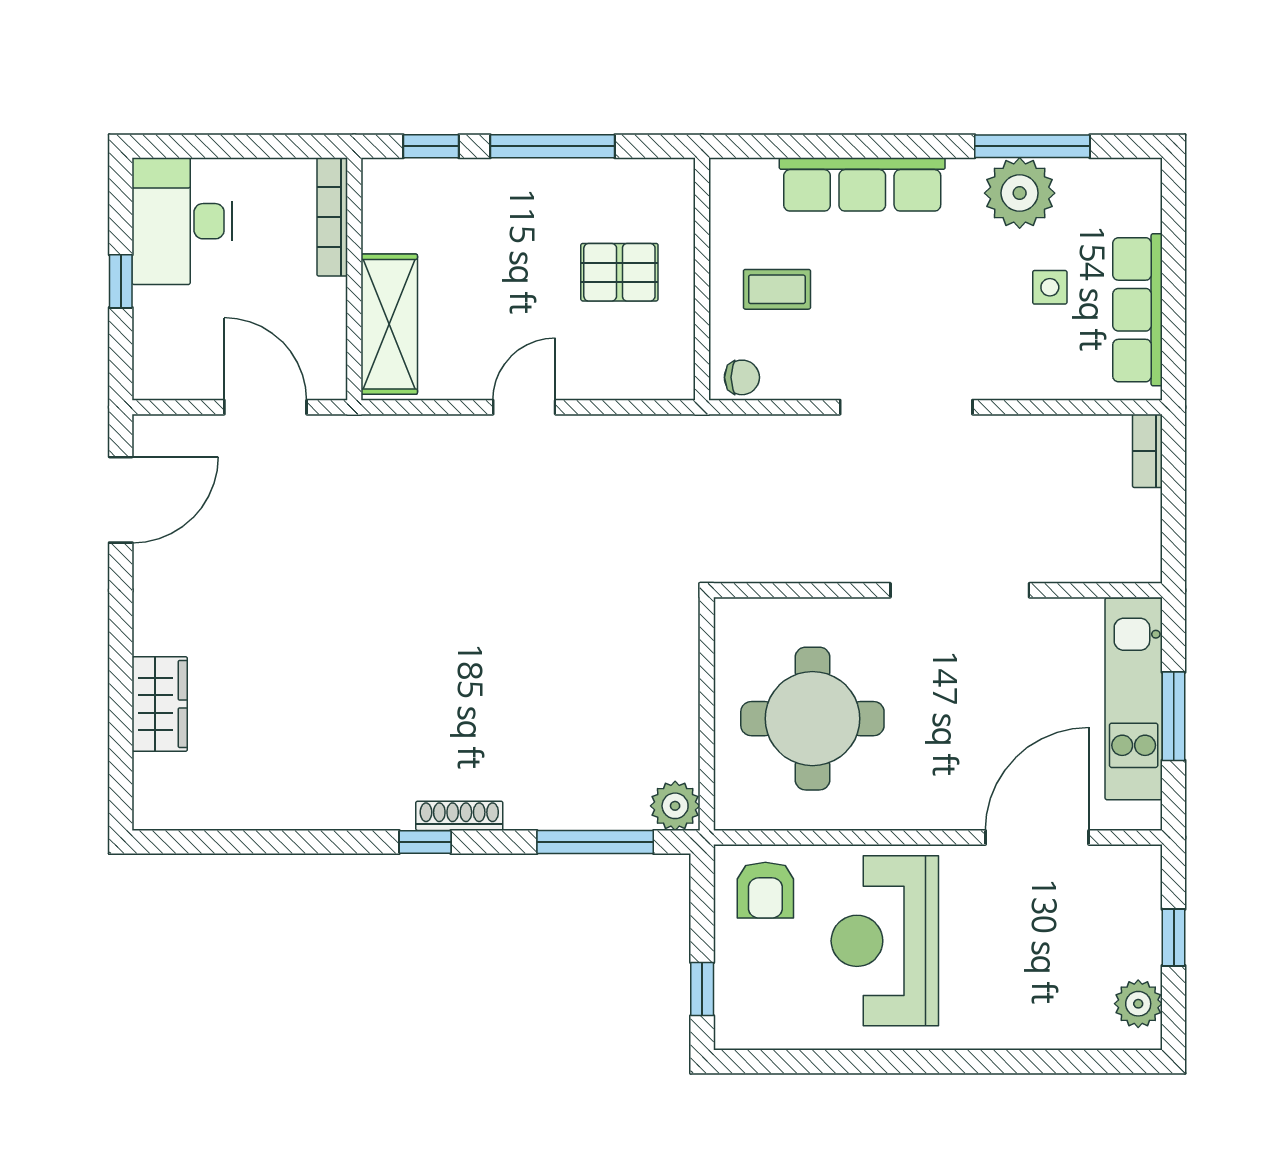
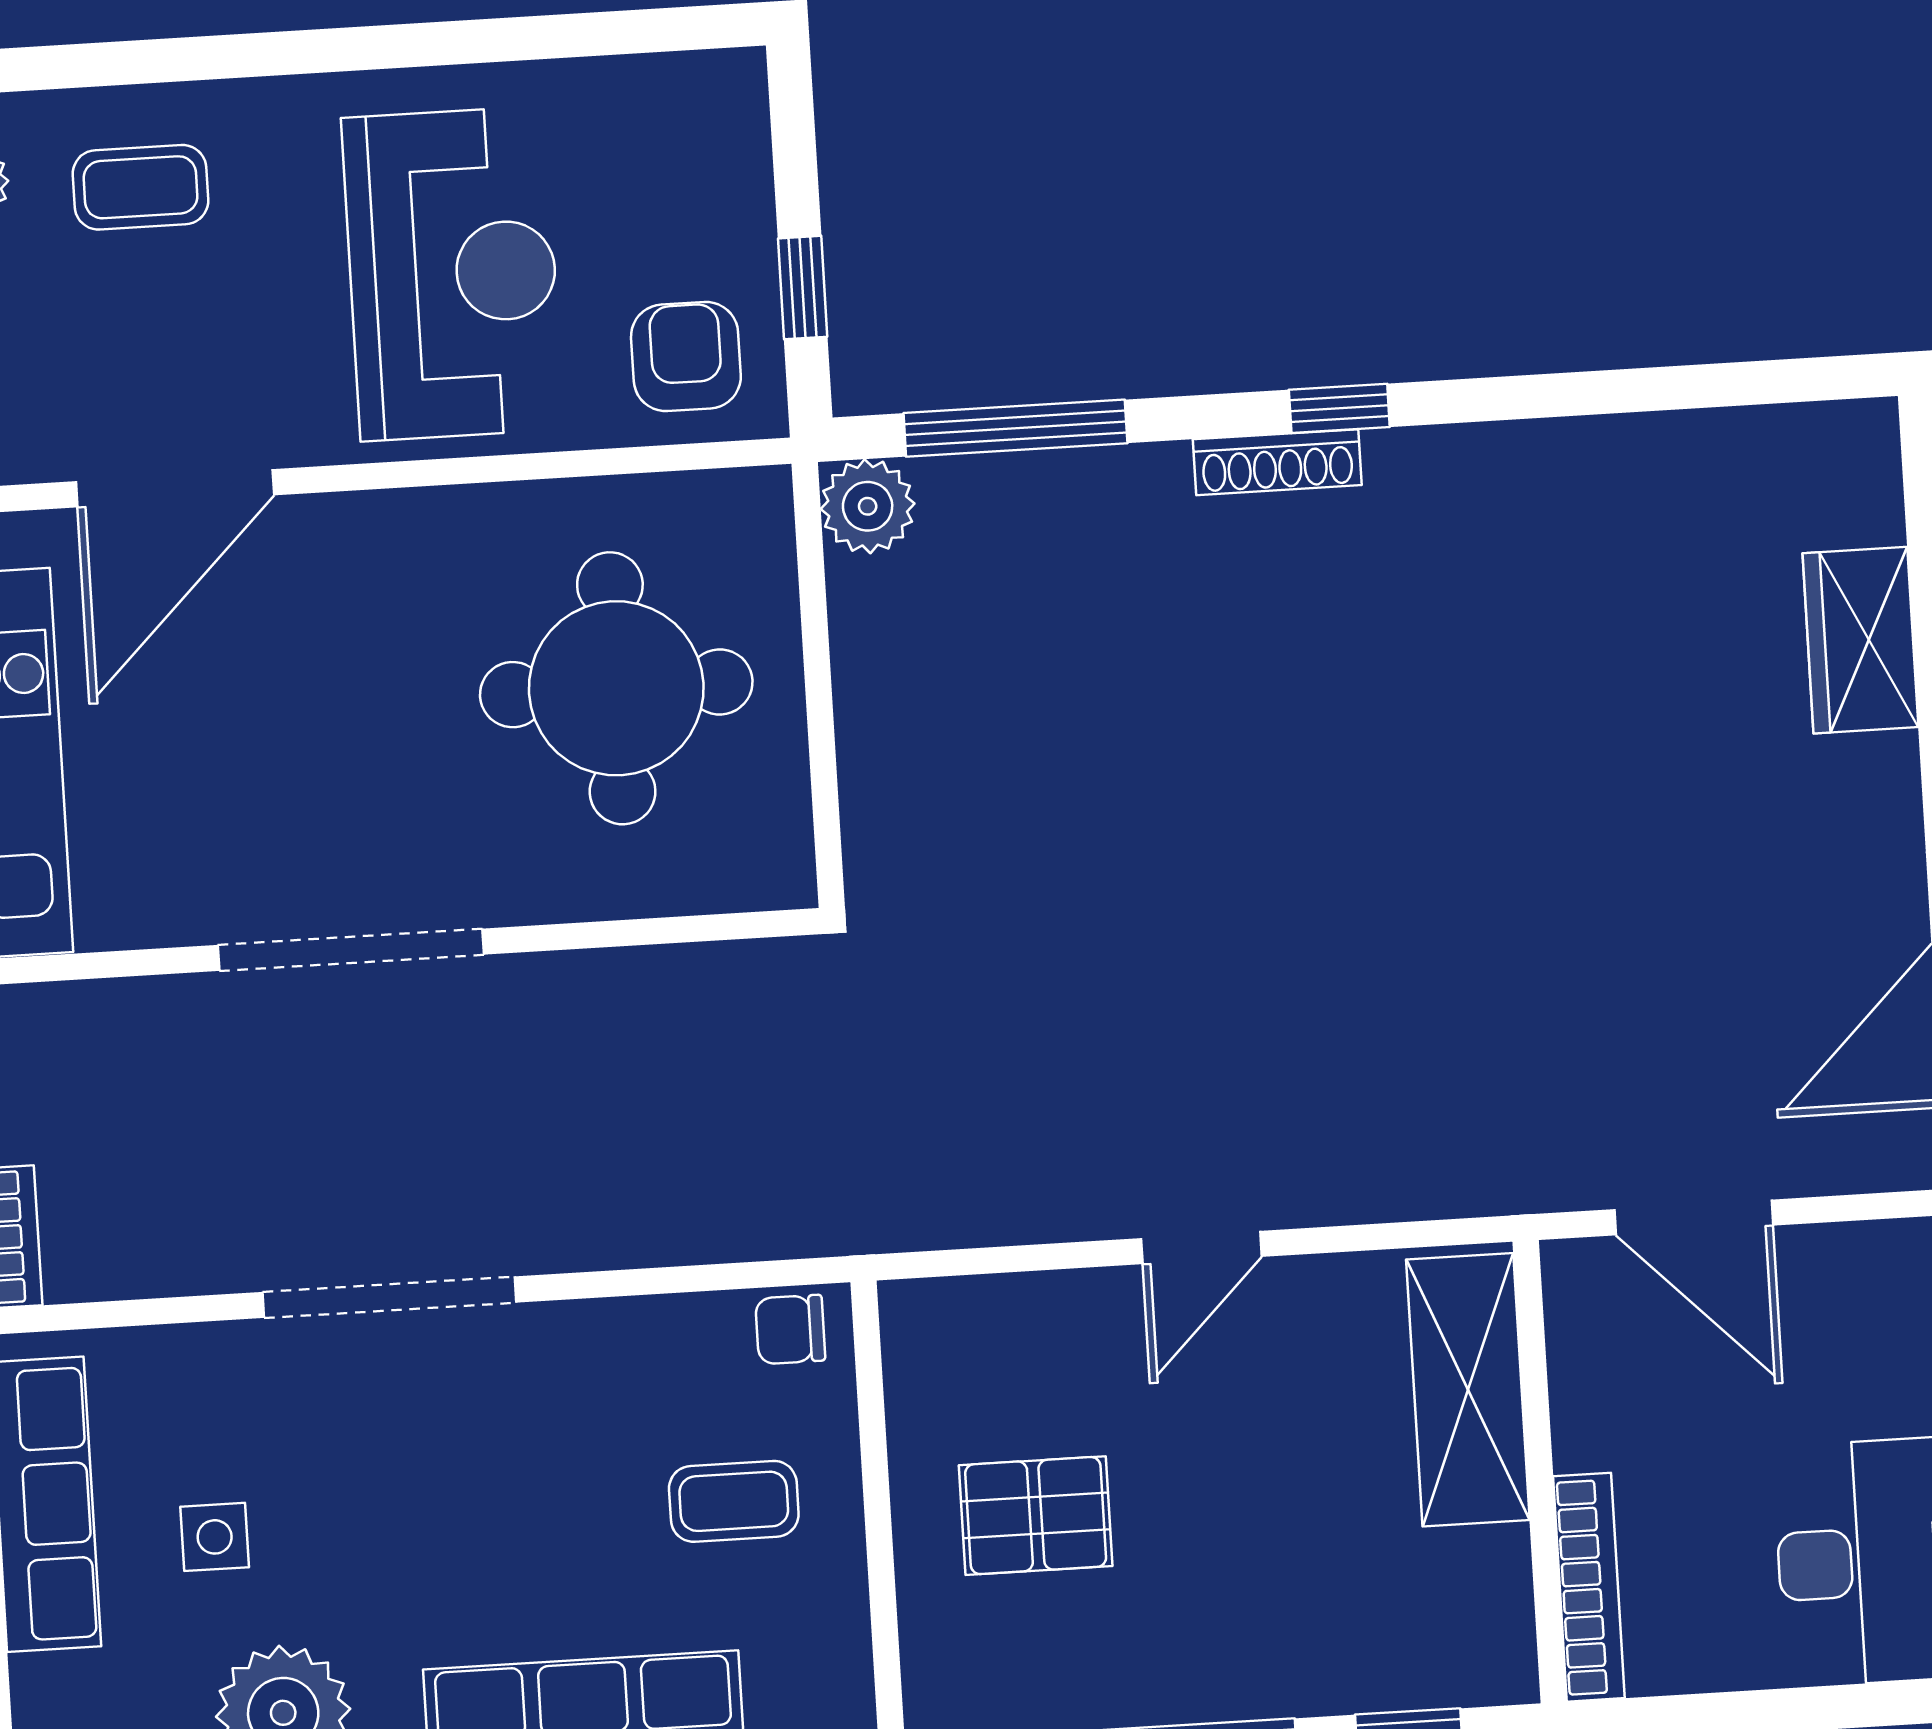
doorway: (906, 407) -> (390, 1297), moved
window: (702, 989) -> (803, 288), moved
coffee table: (1045, 996) -> (140, 187), added

